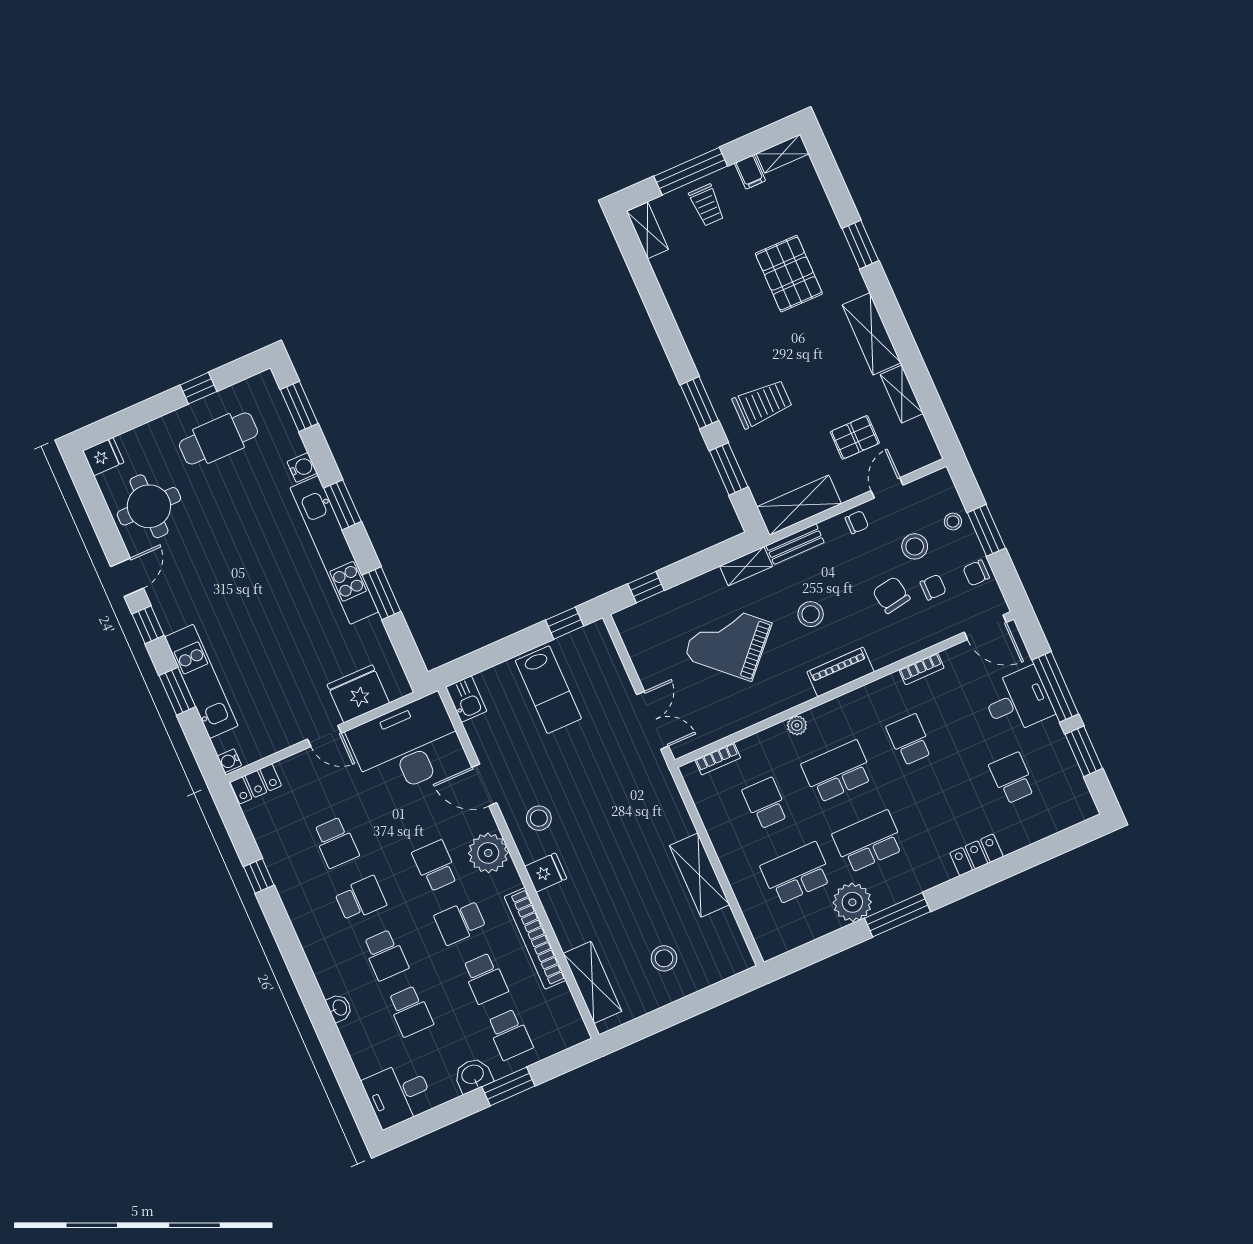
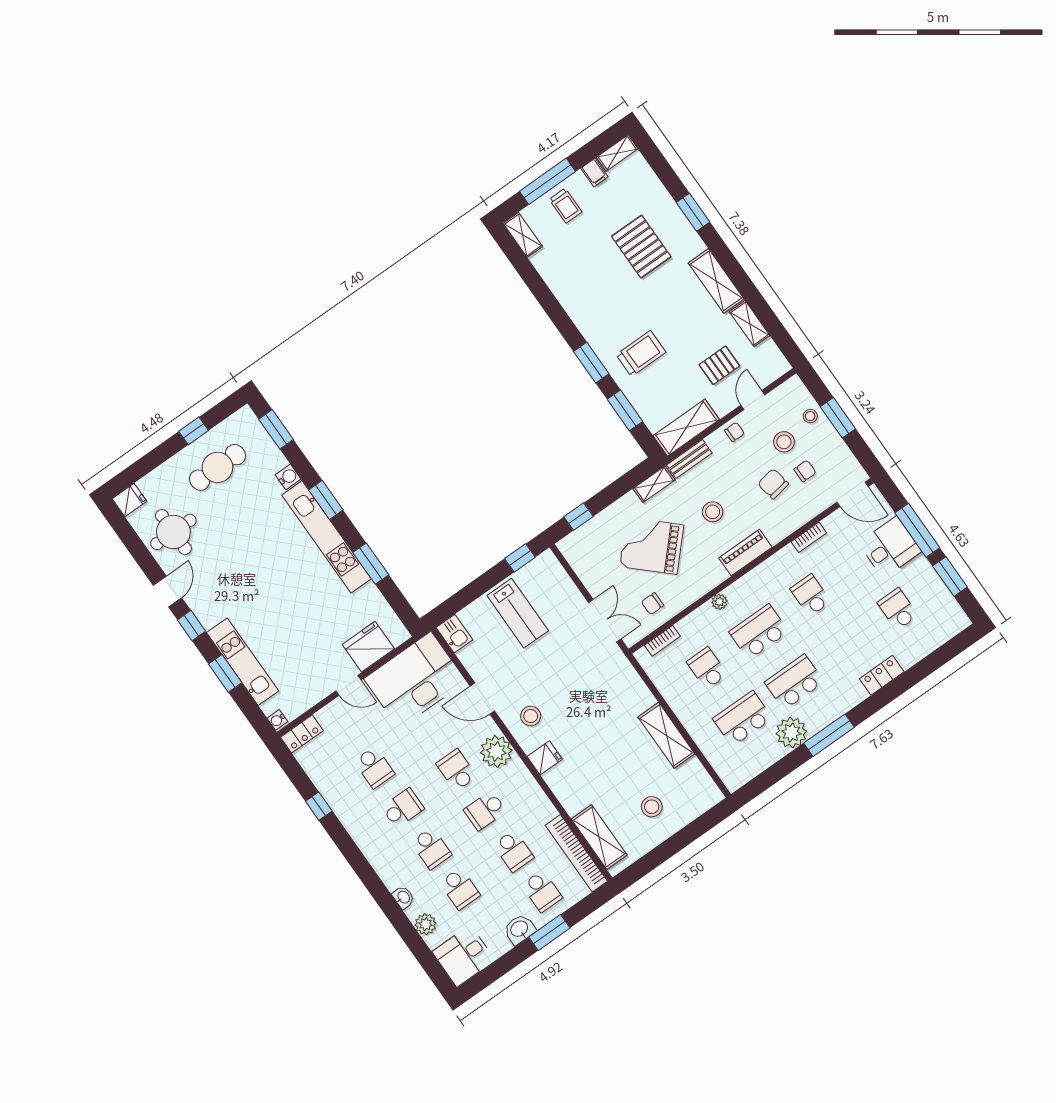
chair: (976, 573) -> (652, 604), moved
bookcase: (535, 938) -> (576, 853), moved
plant: (360, 1046) -> (426, 924), added

